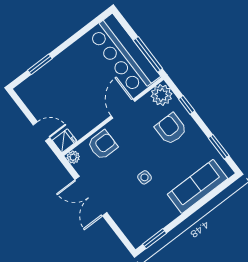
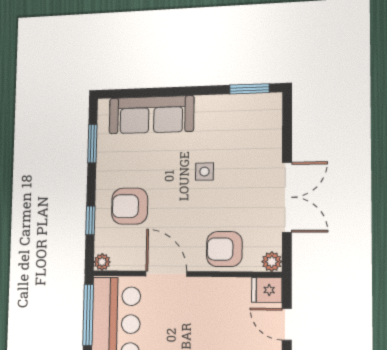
plant: (162, 95) -> (102, 262), width x0.53, depth x0.53
door: (123, 109) -> (166, 274), swing flipped
armchair: (171, 129) -> (130, 206), turned 90

